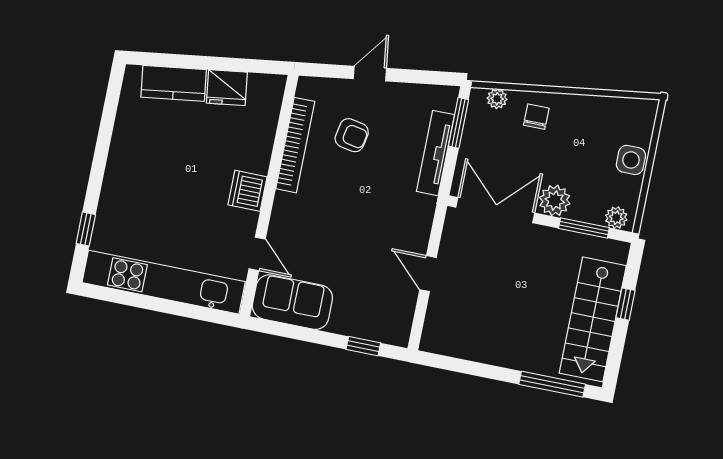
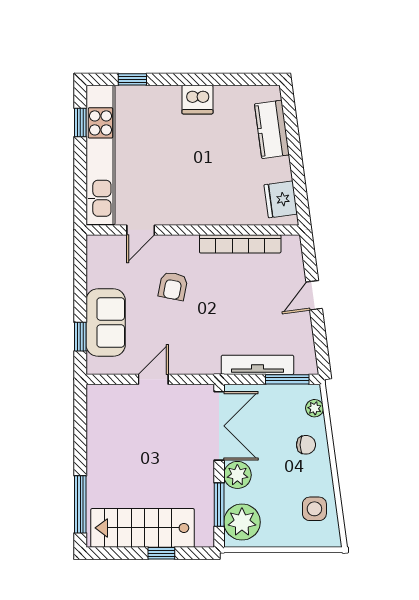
door: (370, 74) -> (314, 295), swing flipped
fridge: (227, 88) -> (281, 199), moved
armchair: (352, 135) -> (173, 286), moved
side table: (631, 160) -> (314, 509), moved
dishwasher: (247, 191) -> (197, 100), moved, turned 180
plant: (616, 218) -> (242, 522), width x1.87, depth x1.87
window: (122, 298) -> (80, 123), added
sofa: (292, 302) -> (106, 322), moved

